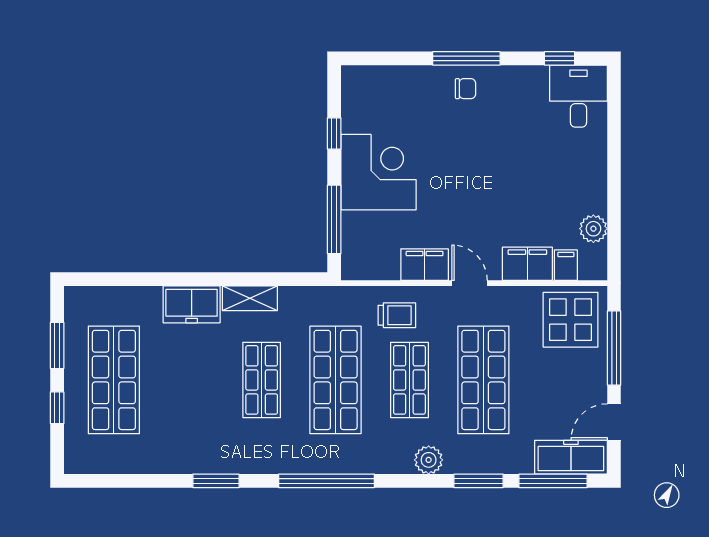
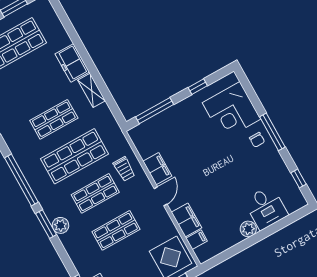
desk: (579, 96) -> (266, 208), moved, turned 90
corner desk: (379, 172) -> (231, 111), moved, turned 90
plant: (593, 229) -> (248, 229), moved
shop shelf: (483, 380) -> (116, 230), width x0.70, depth x0.74
window: (479, 481) -> (46, 224), moved

